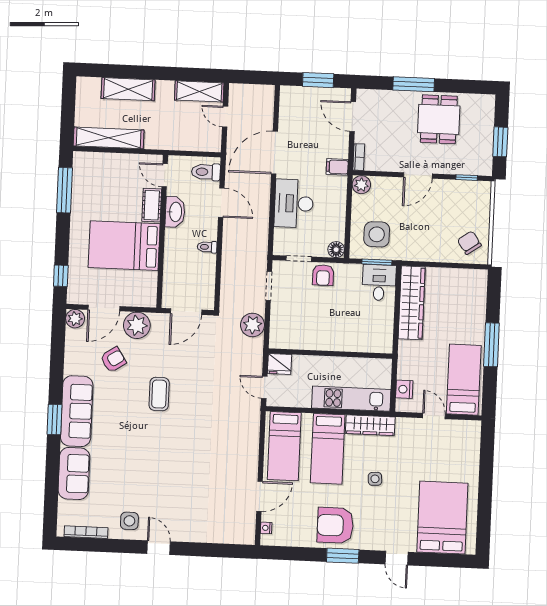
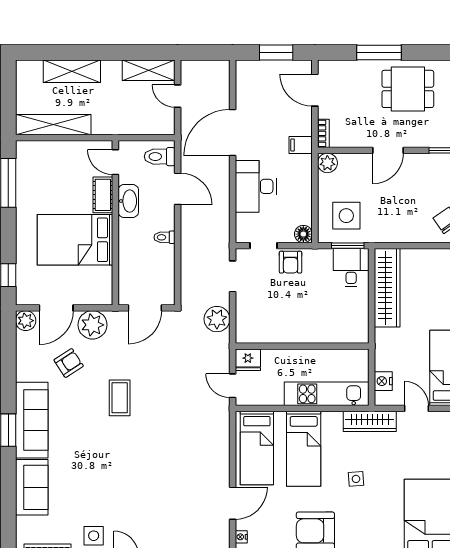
dining table: (439, 119) -> (408, 89), turned 90
wardrobe: (370, 425) -> (370, 421), moved

